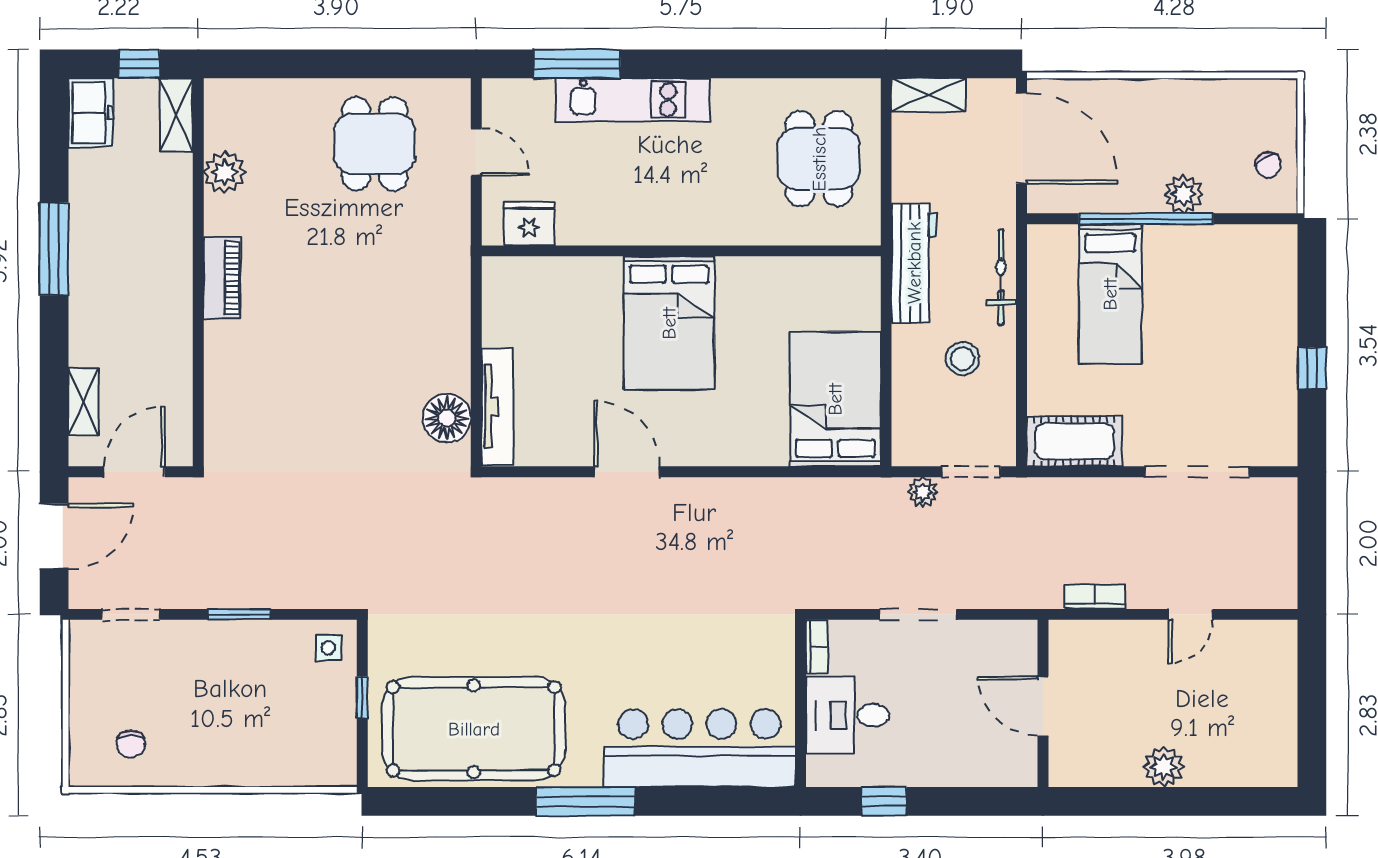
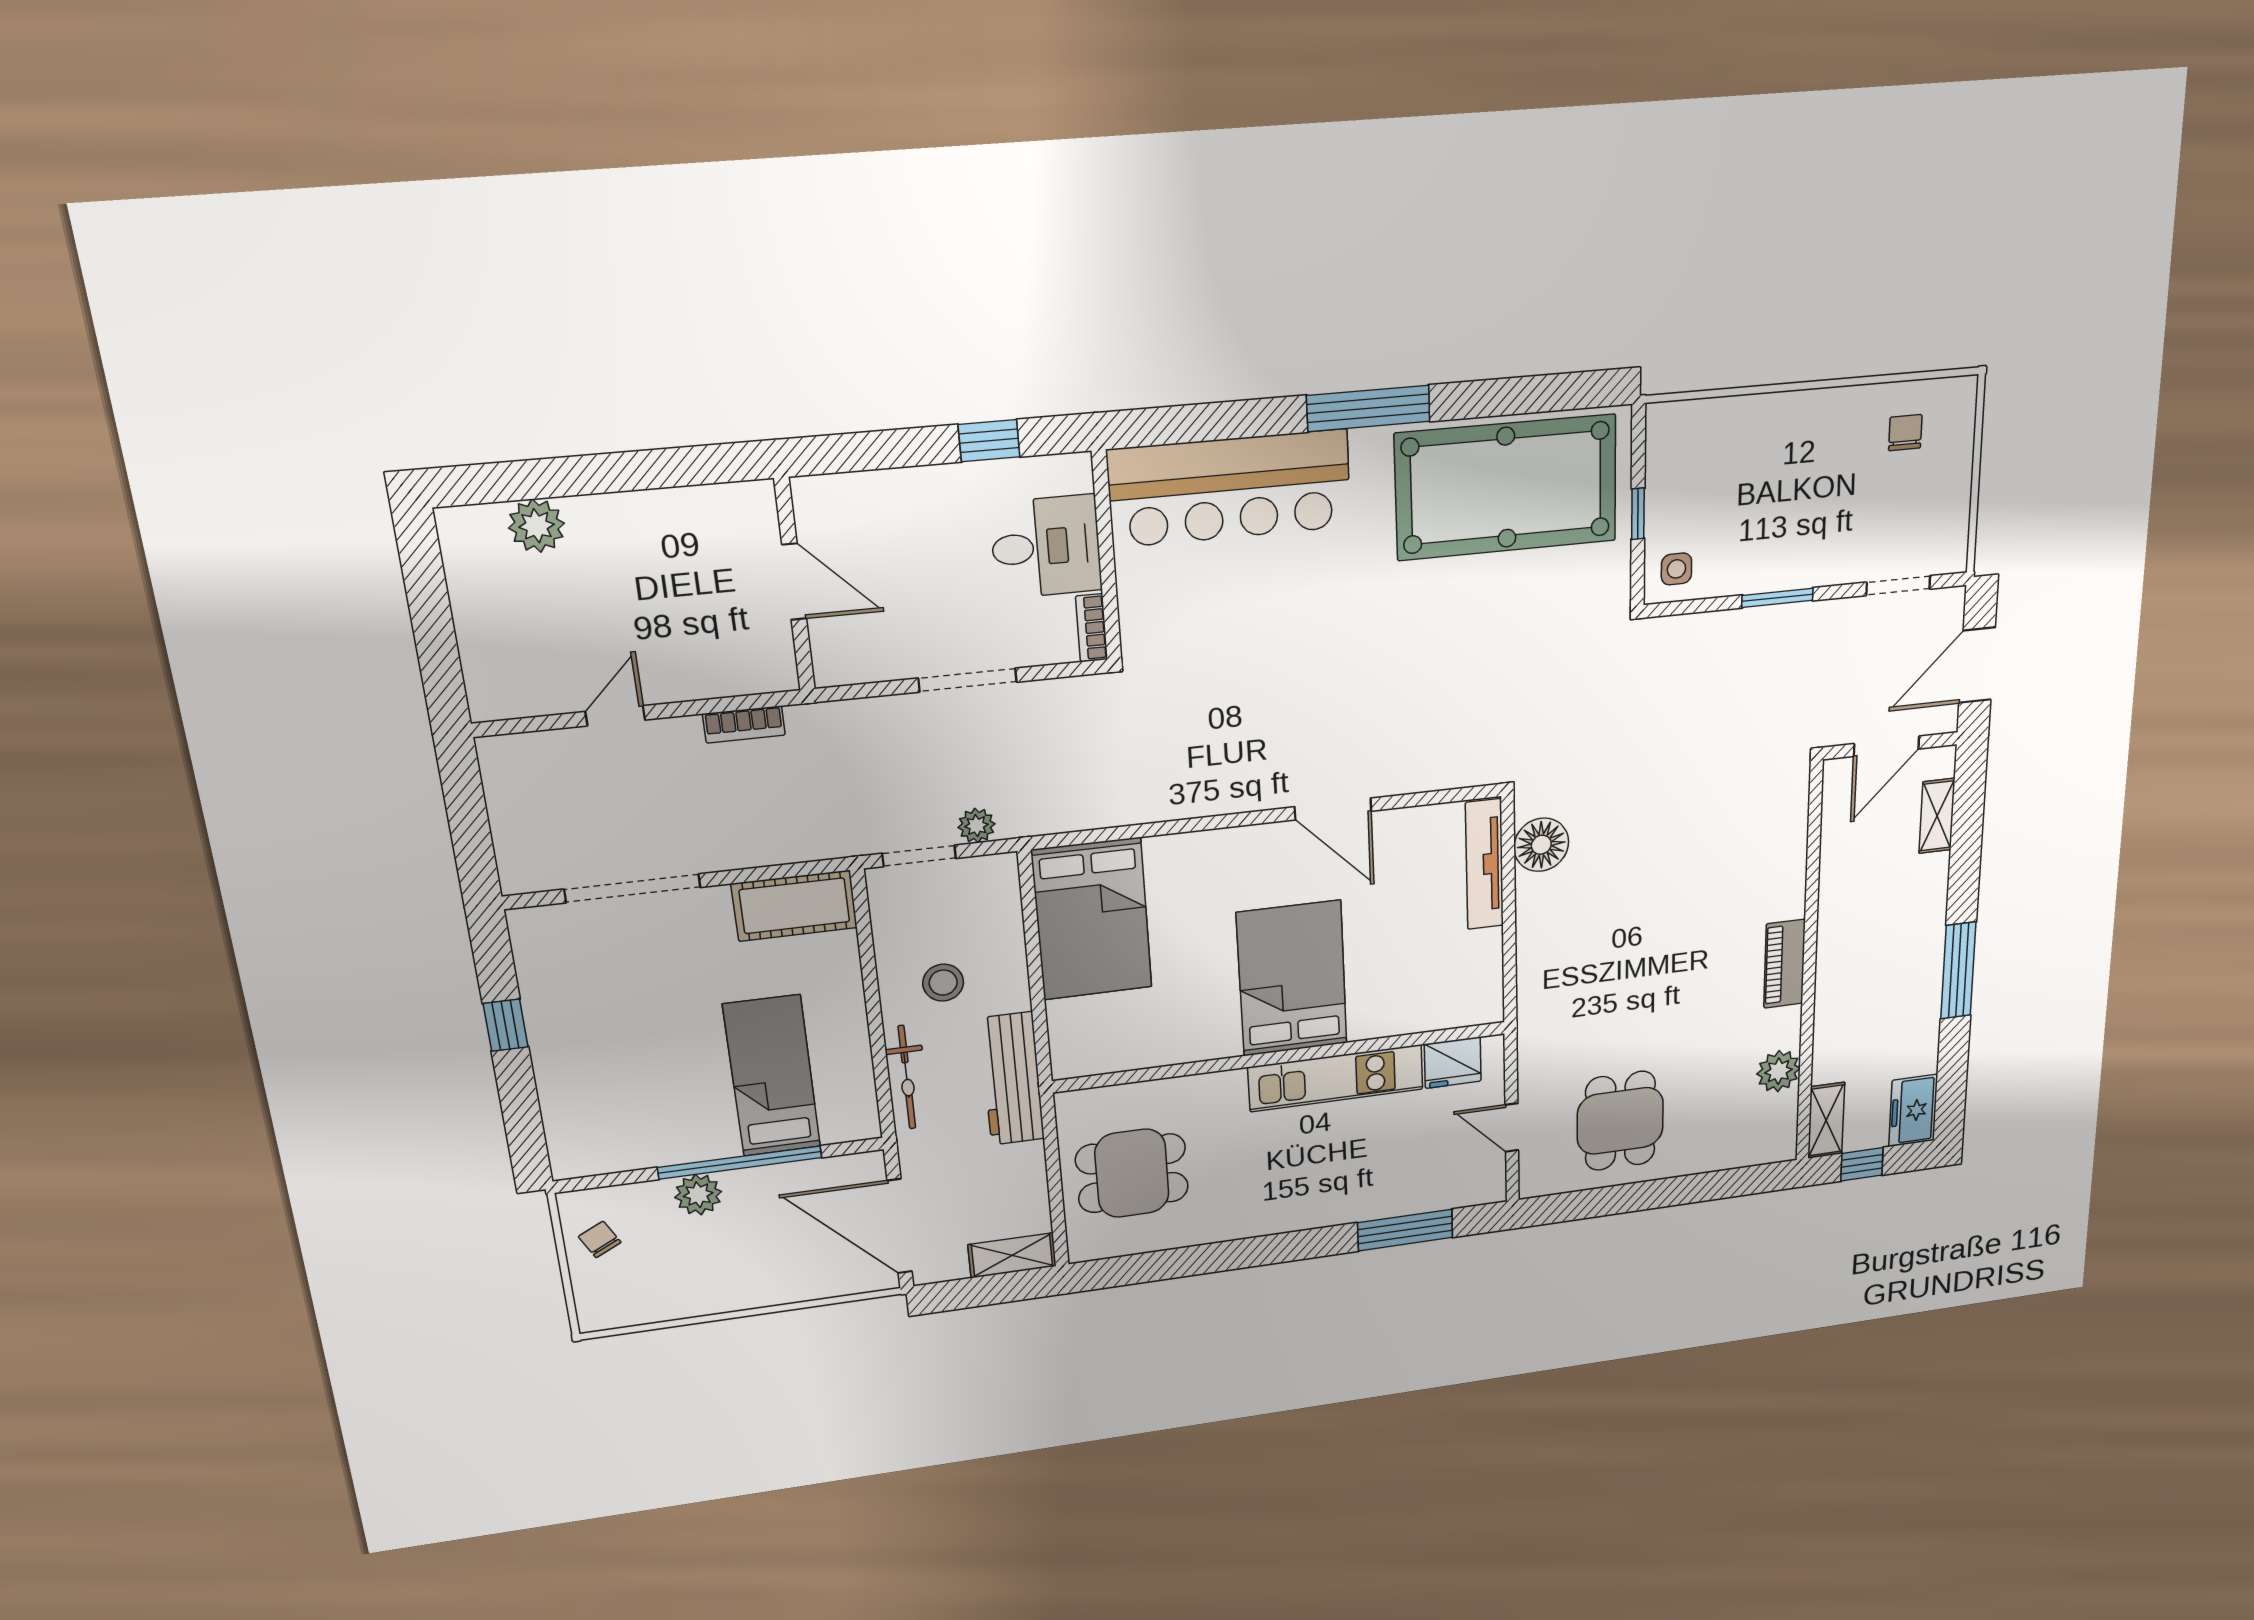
kitchen unit: (633, 100) -> (1336, 1078), moved, turned 180
dining table: (819, 159) -> (1132, 1173), turned 90
plant: (1164, 767) -> (537, 526), moved

